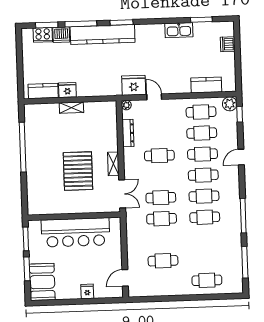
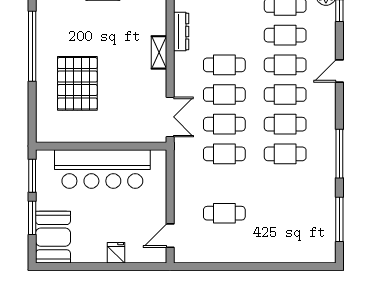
shelving: (113, 164) -> (159, 52), moved
pallet: (78, 171) -> (77, 83), moved
cafe table: (207, 280) -> (224, 95), moved

